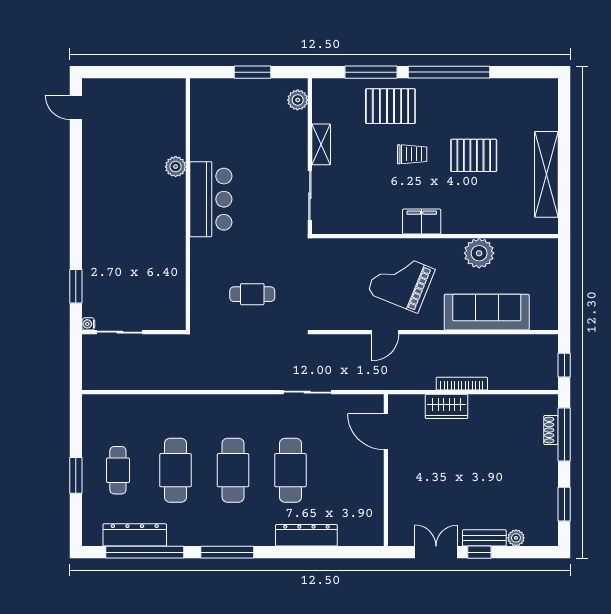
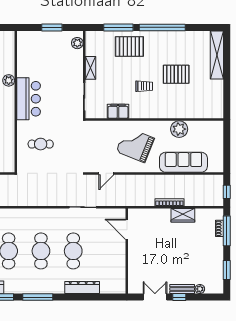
trolley: (412, 154) -> (144, 86), moved
shelving: (546, 174) -> (217, 55), moved
filing cabinet: (422, 222) -> (118, 111), moved
cafe table: (252, 294) -> (41, 144), moved
door: (385, 332) -> (106, 173), moved
wardrobe: (446, 406) -> (183, 215), moved

